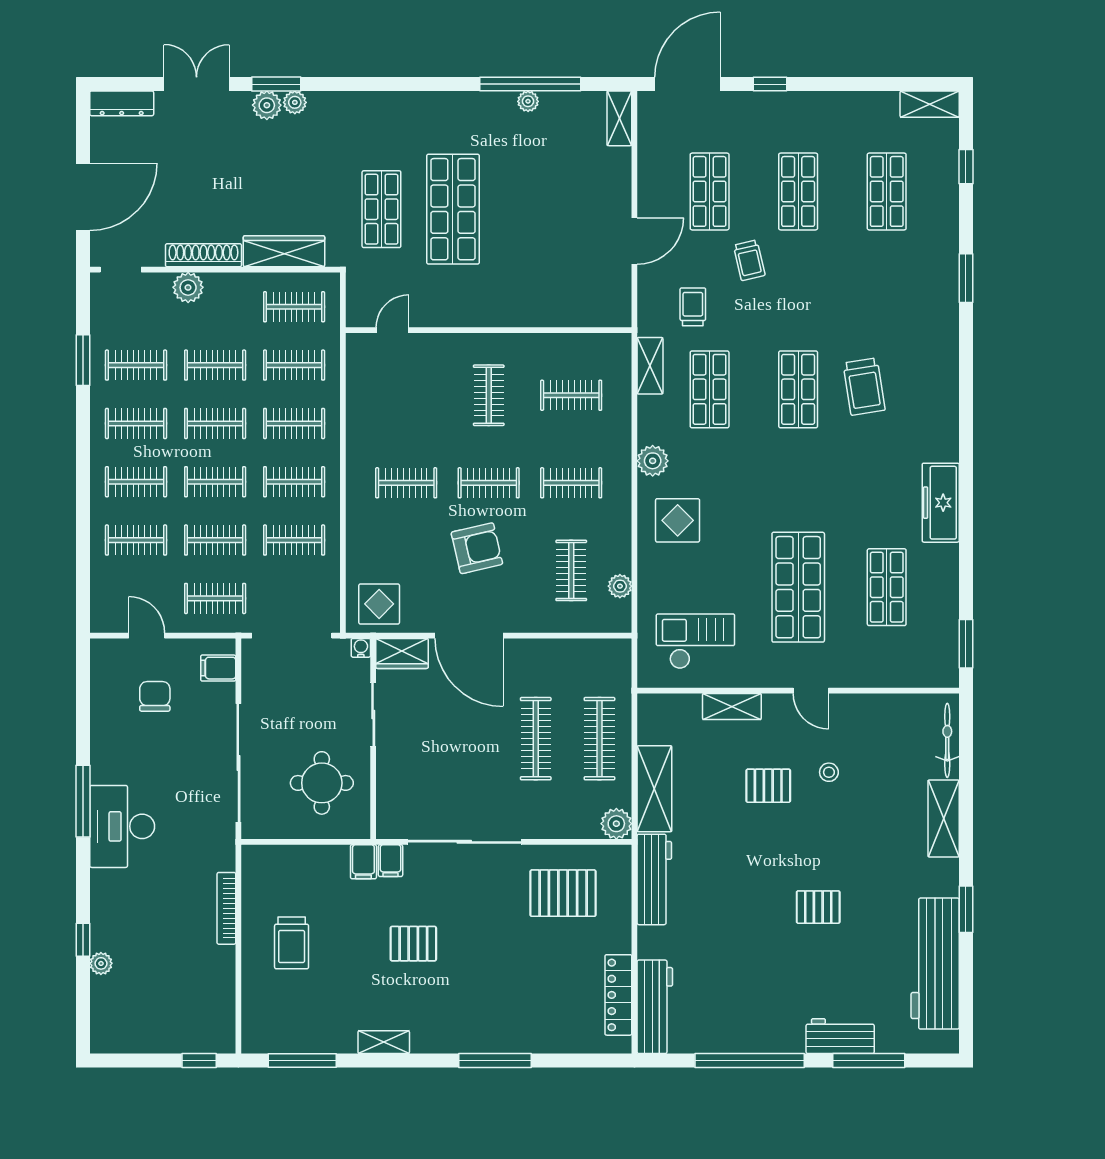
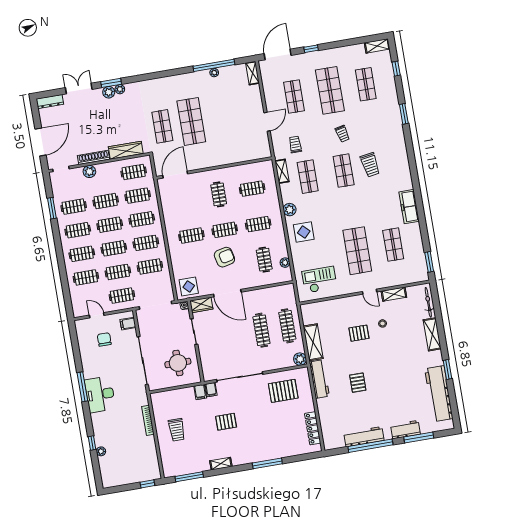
shop shelf: (798, 191) -> (330, 90), width x1.43, depth x1.36
trolley: (749, 260) -> (342, 134), moved
door: (393, 330) -> (175, 175), width x1.87
shelving: (732, 706) -> (394, 294), moved
pallet: (818, 907) -> (358, 383), moved, turned 90
workbench: (655, 1007) -> (364, 437), moved, turned -90

